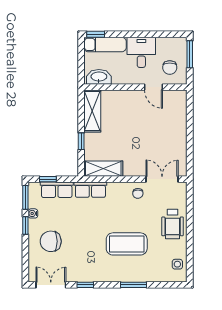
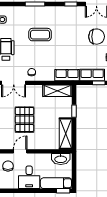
door: (153, 87) -> (20, 151), hinge flipped
pallet: (148, 130) -> (25, 120), added
coffee table: (127, 244) -> (40, 35), width x0.73, depth x0.76

